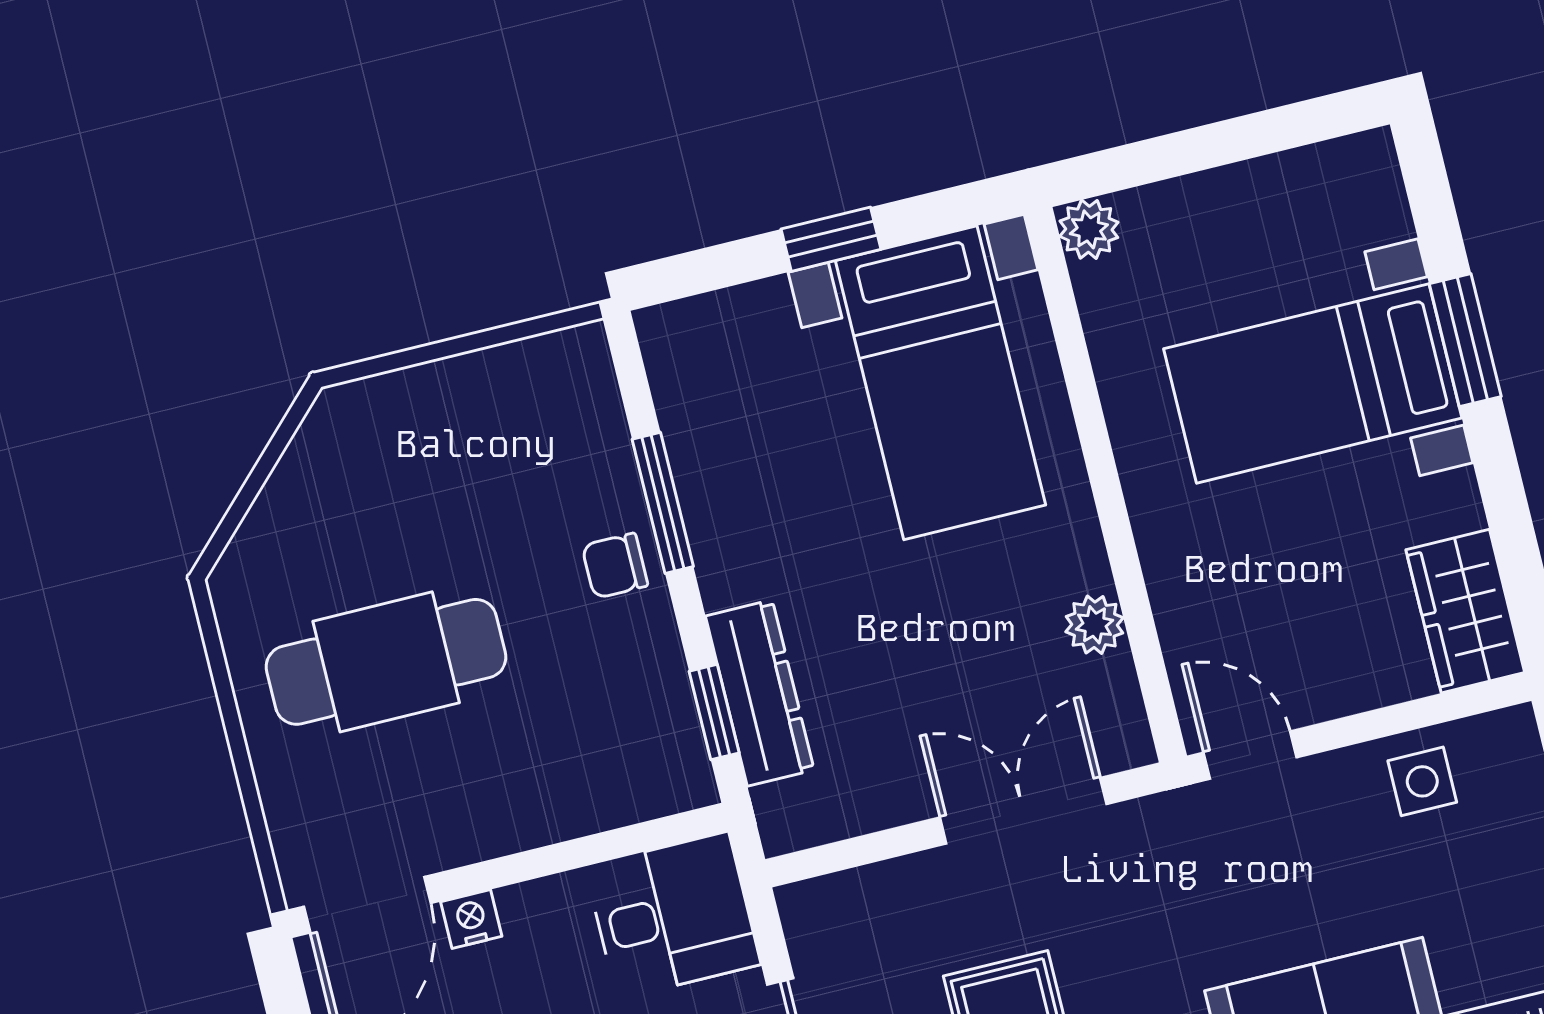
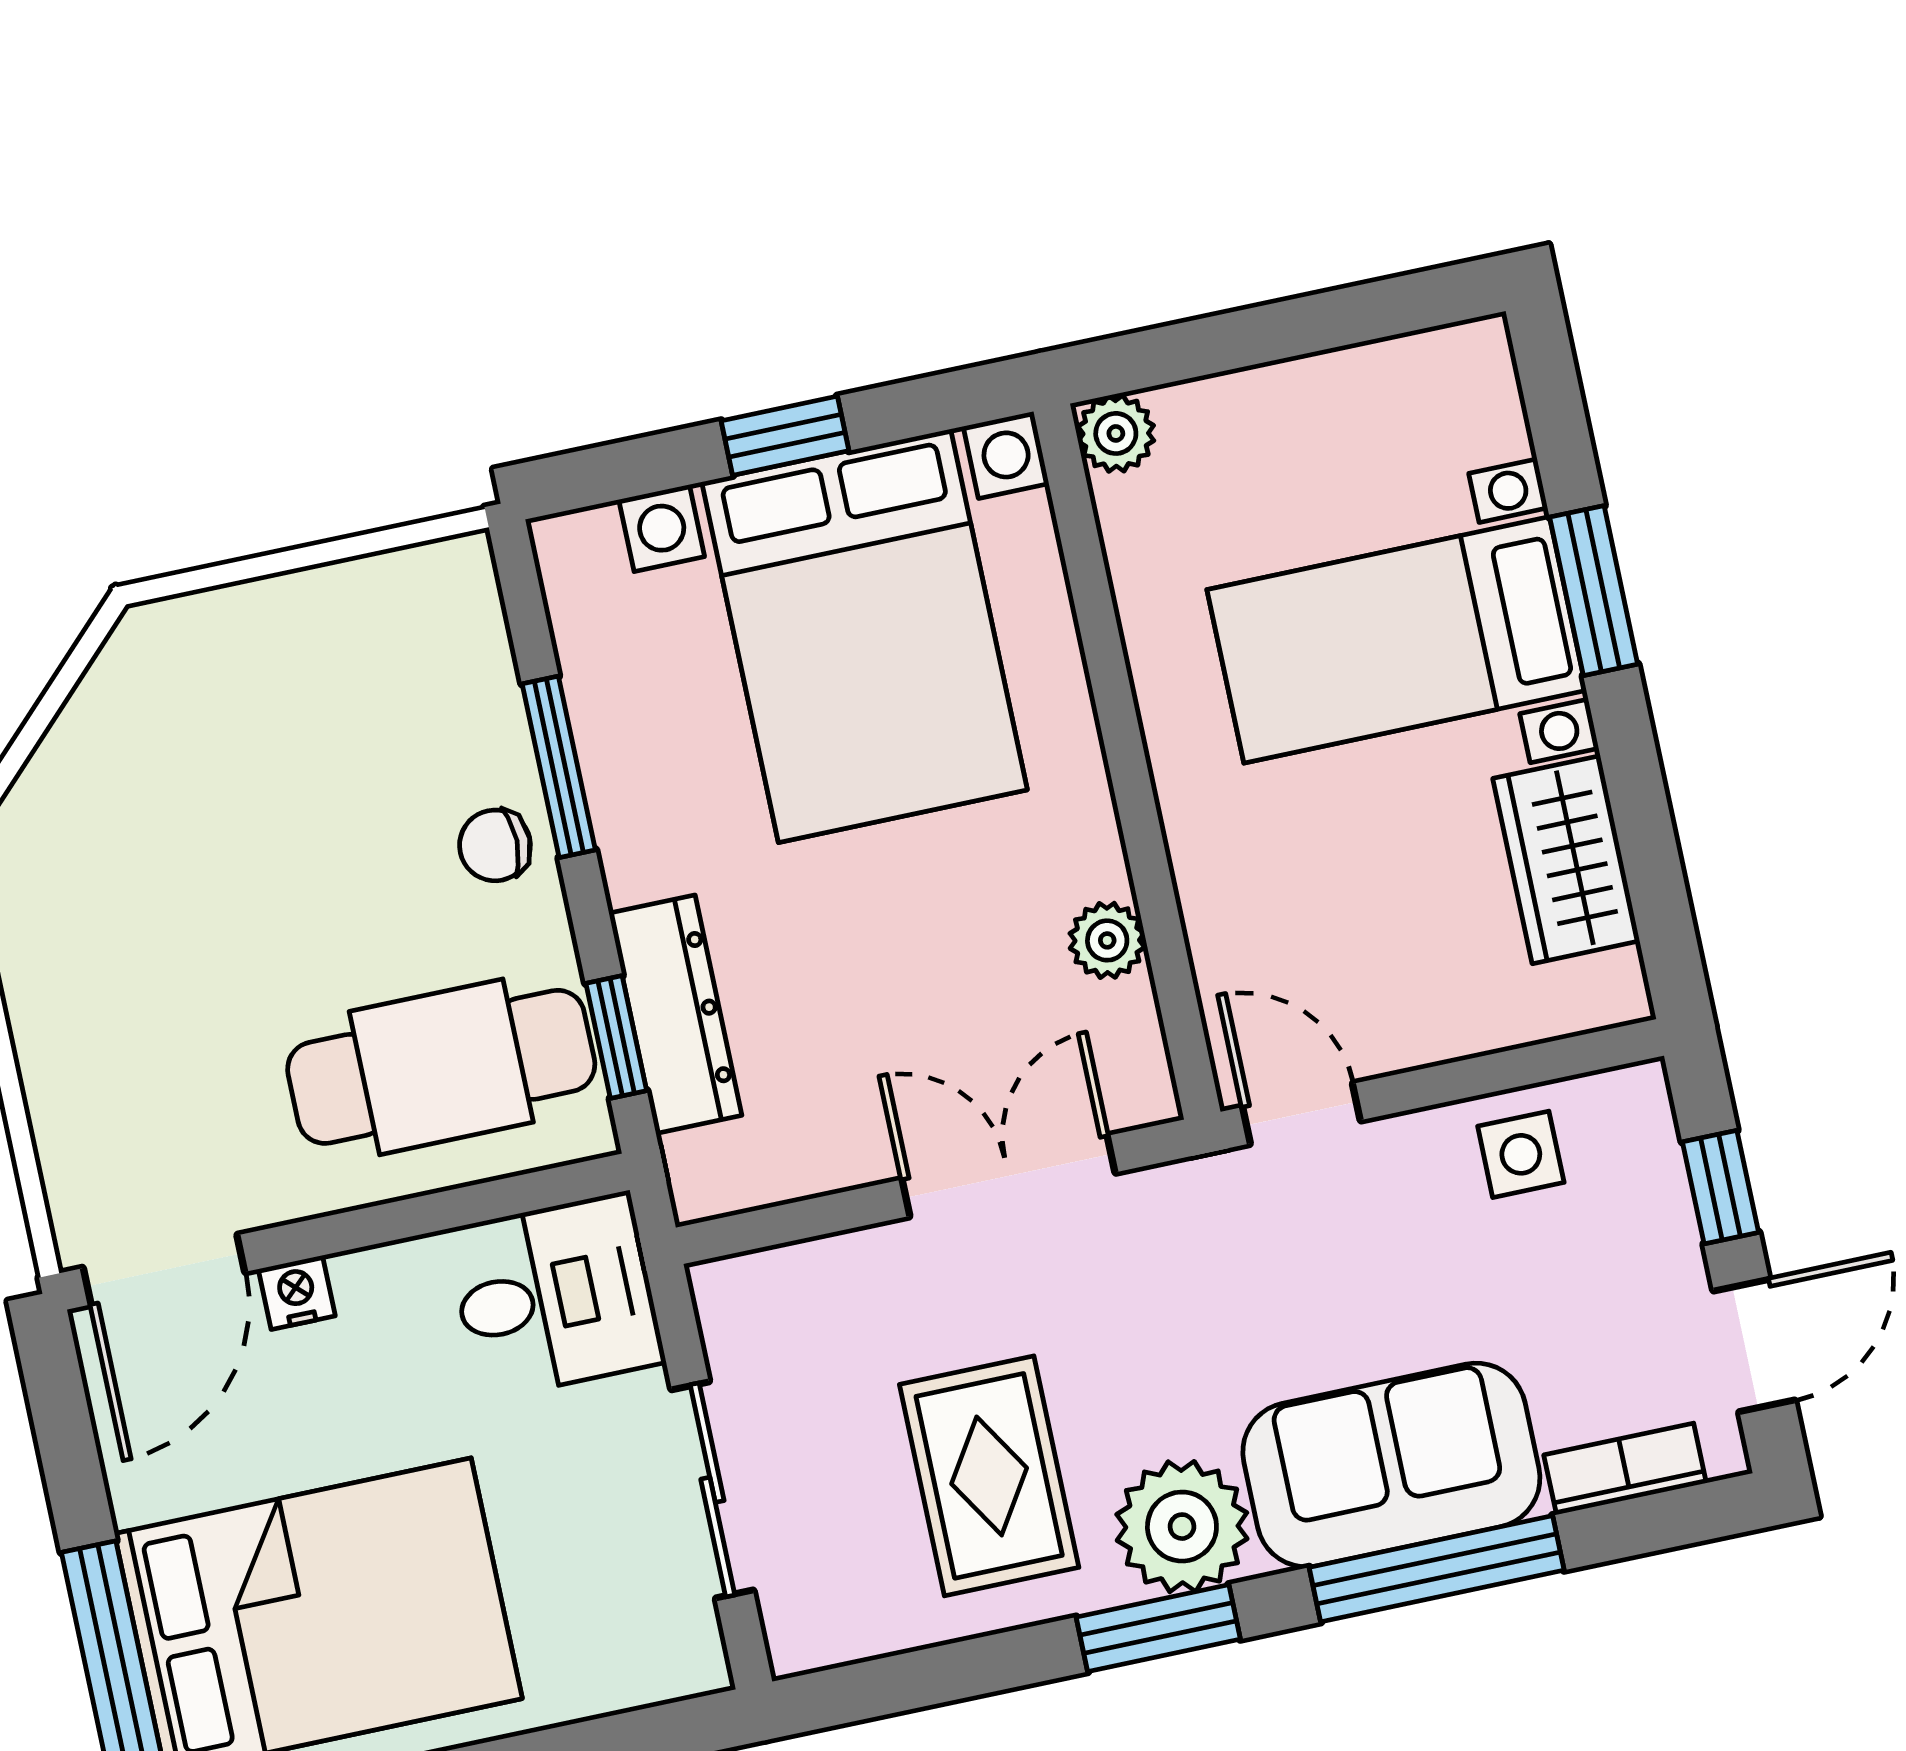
bed with nightstands: (940, 383) -> (865, 636), width x1.36
wardrobe: (1465, 611) -> (1566, 860), moved
cafe table: (386, 662) -> (441, 1067), moved

